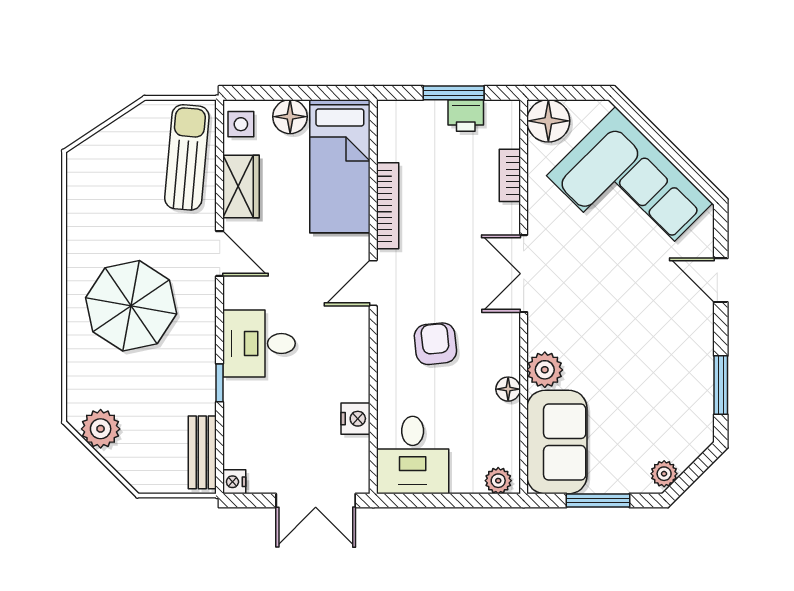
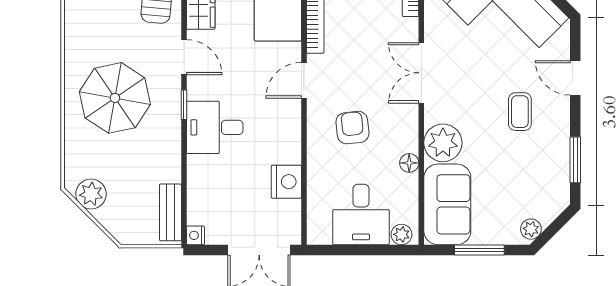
coffee table: (650, 323) -> (520, 112), added
plant: (545, 370) -> (443, 143), width x1.36, depth x1.36
window: (220, 383) -> (184, 105), moved
nightstand: (355, 419) -> (286, 182), width x1.36, depth x1.33
desk: (413, 455) -> (361, 214), moved

